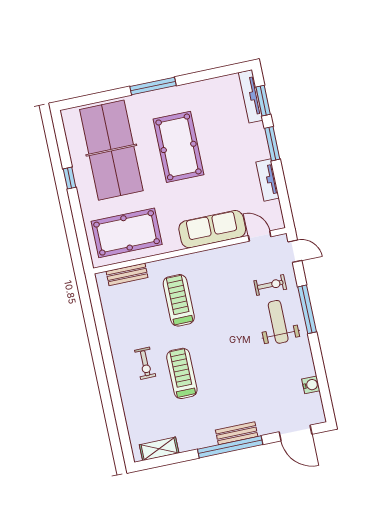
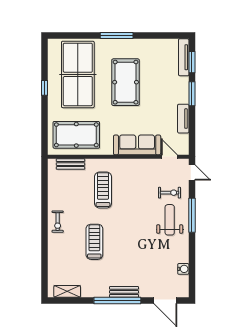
exercise bike: (145, 363) -> (58, 222), moved

